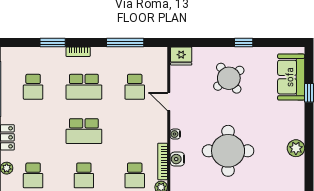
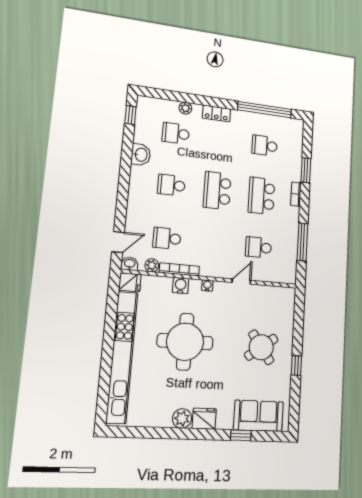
fridge: (181, 56) -> (204, 419), moved, turned 90

